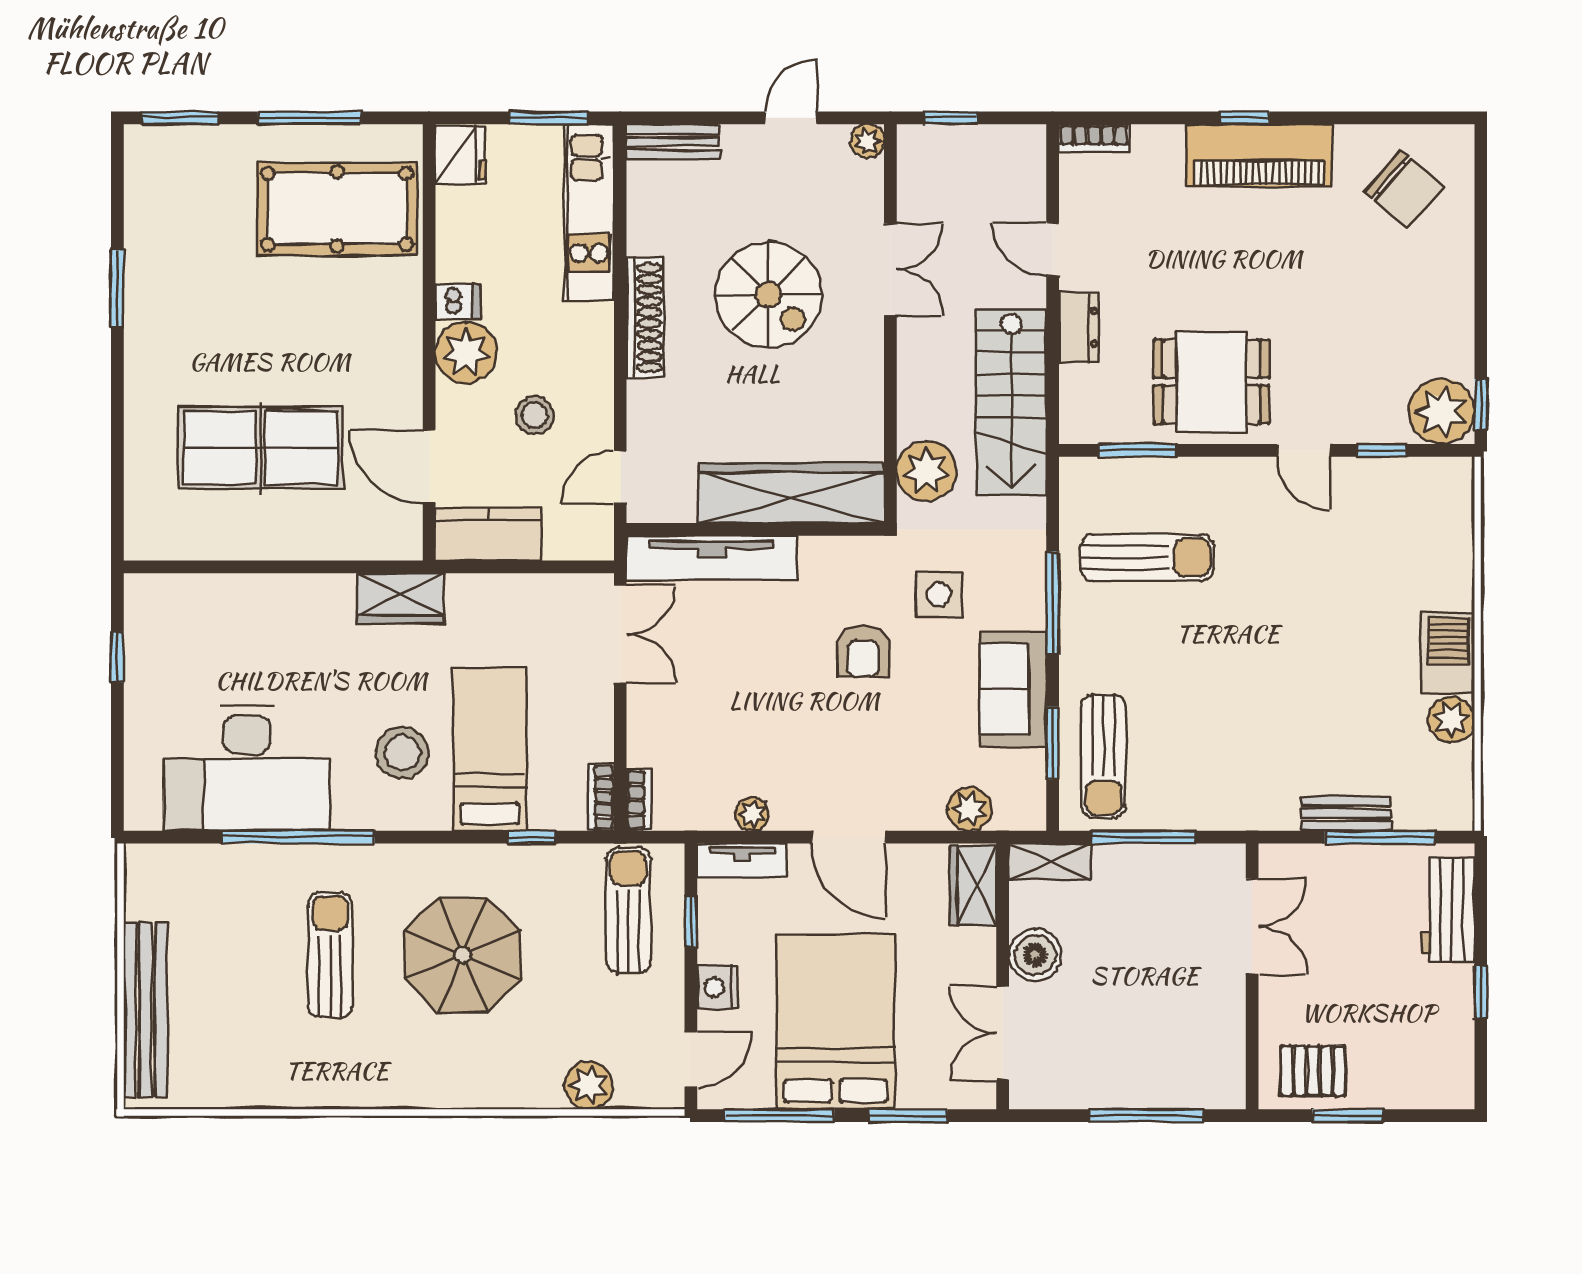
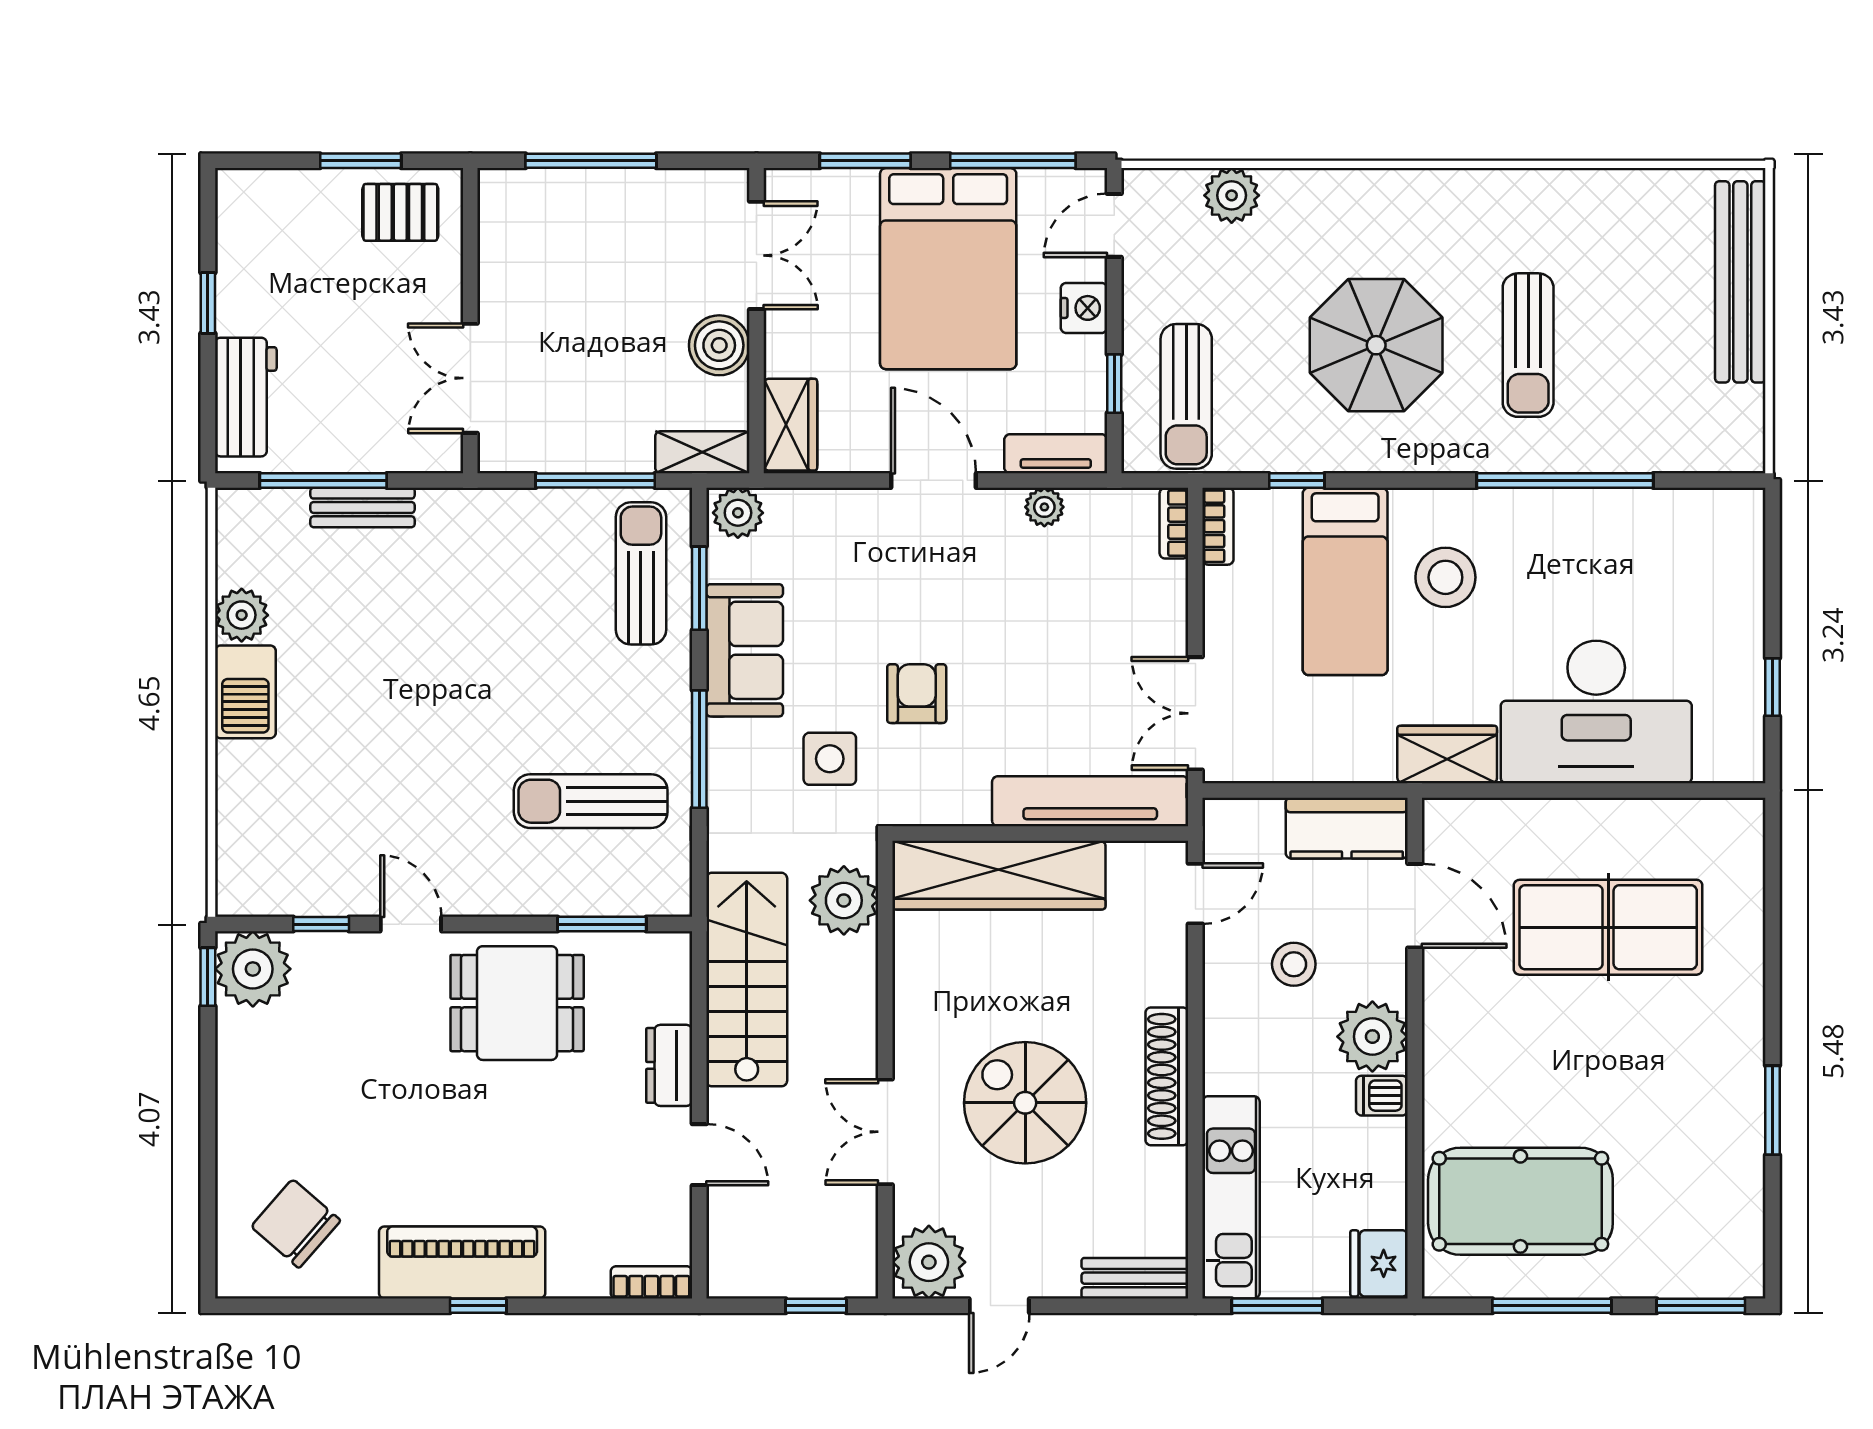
plant: (867, 141) -> (929, 1262), width x1.87, depth x1.87
desk: (247, 769) -> (1596, 712), moved, turned 180
plant: (969, 809) -> (738, 513), moved

